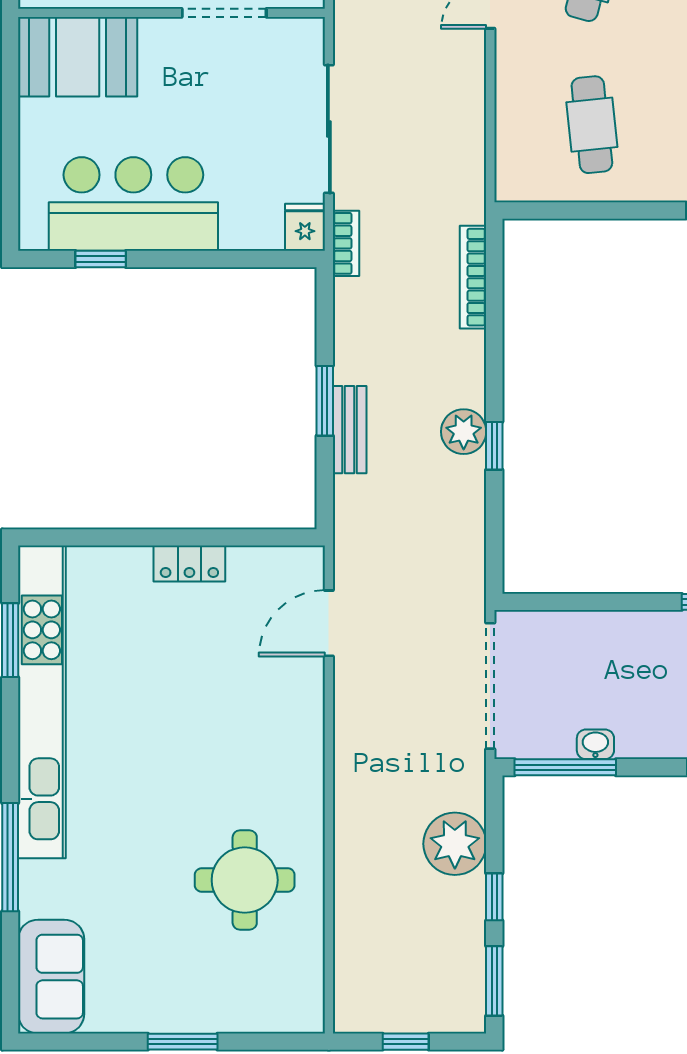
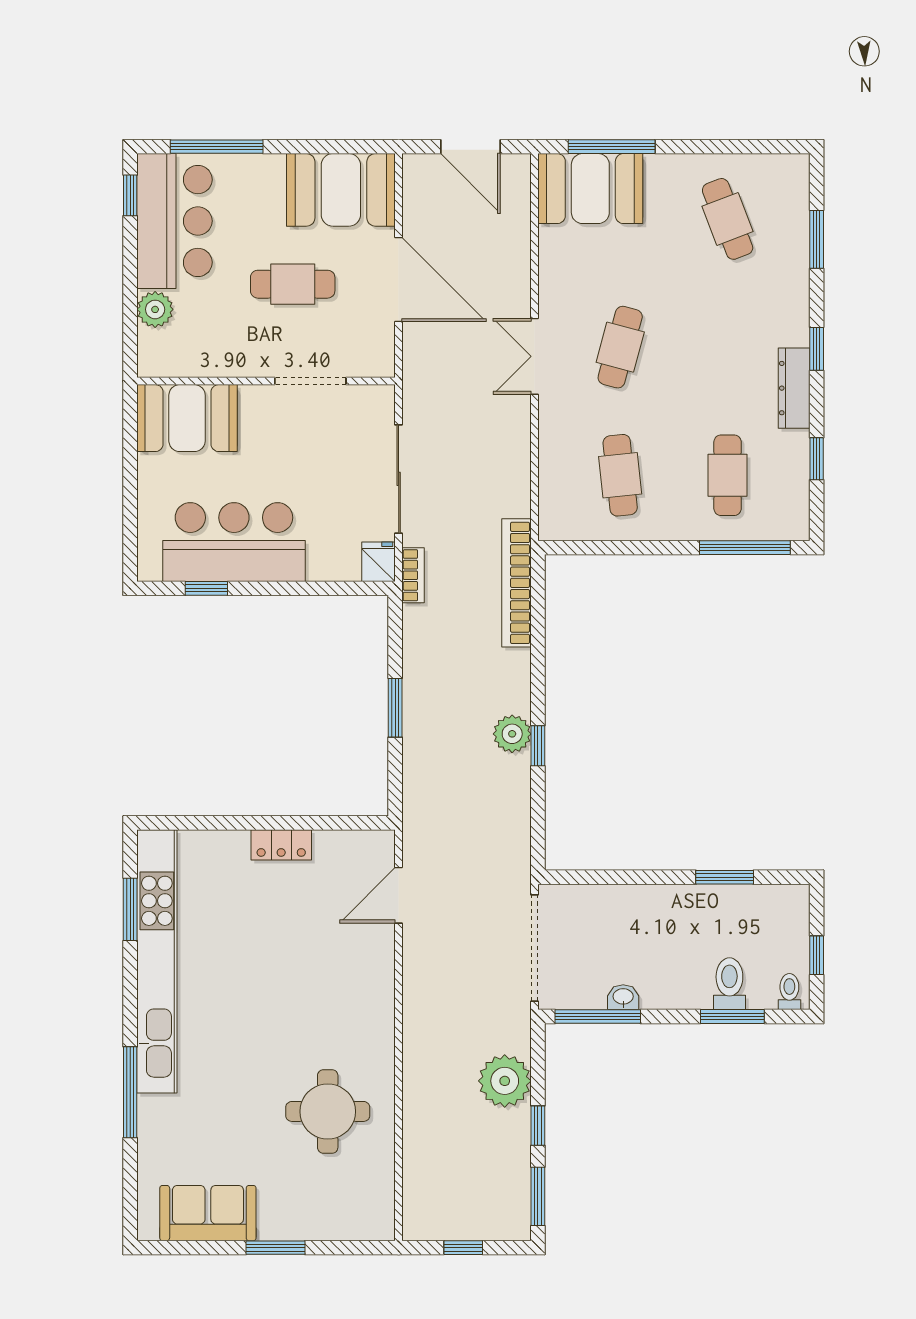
bookcase: (473, 277) -> (517, 583), width x1.48, depth x1.31
bench: (350, 430) -> (416, 732), removed
sofa: (51, 977) -> (208, 1213), moved, turned -90

